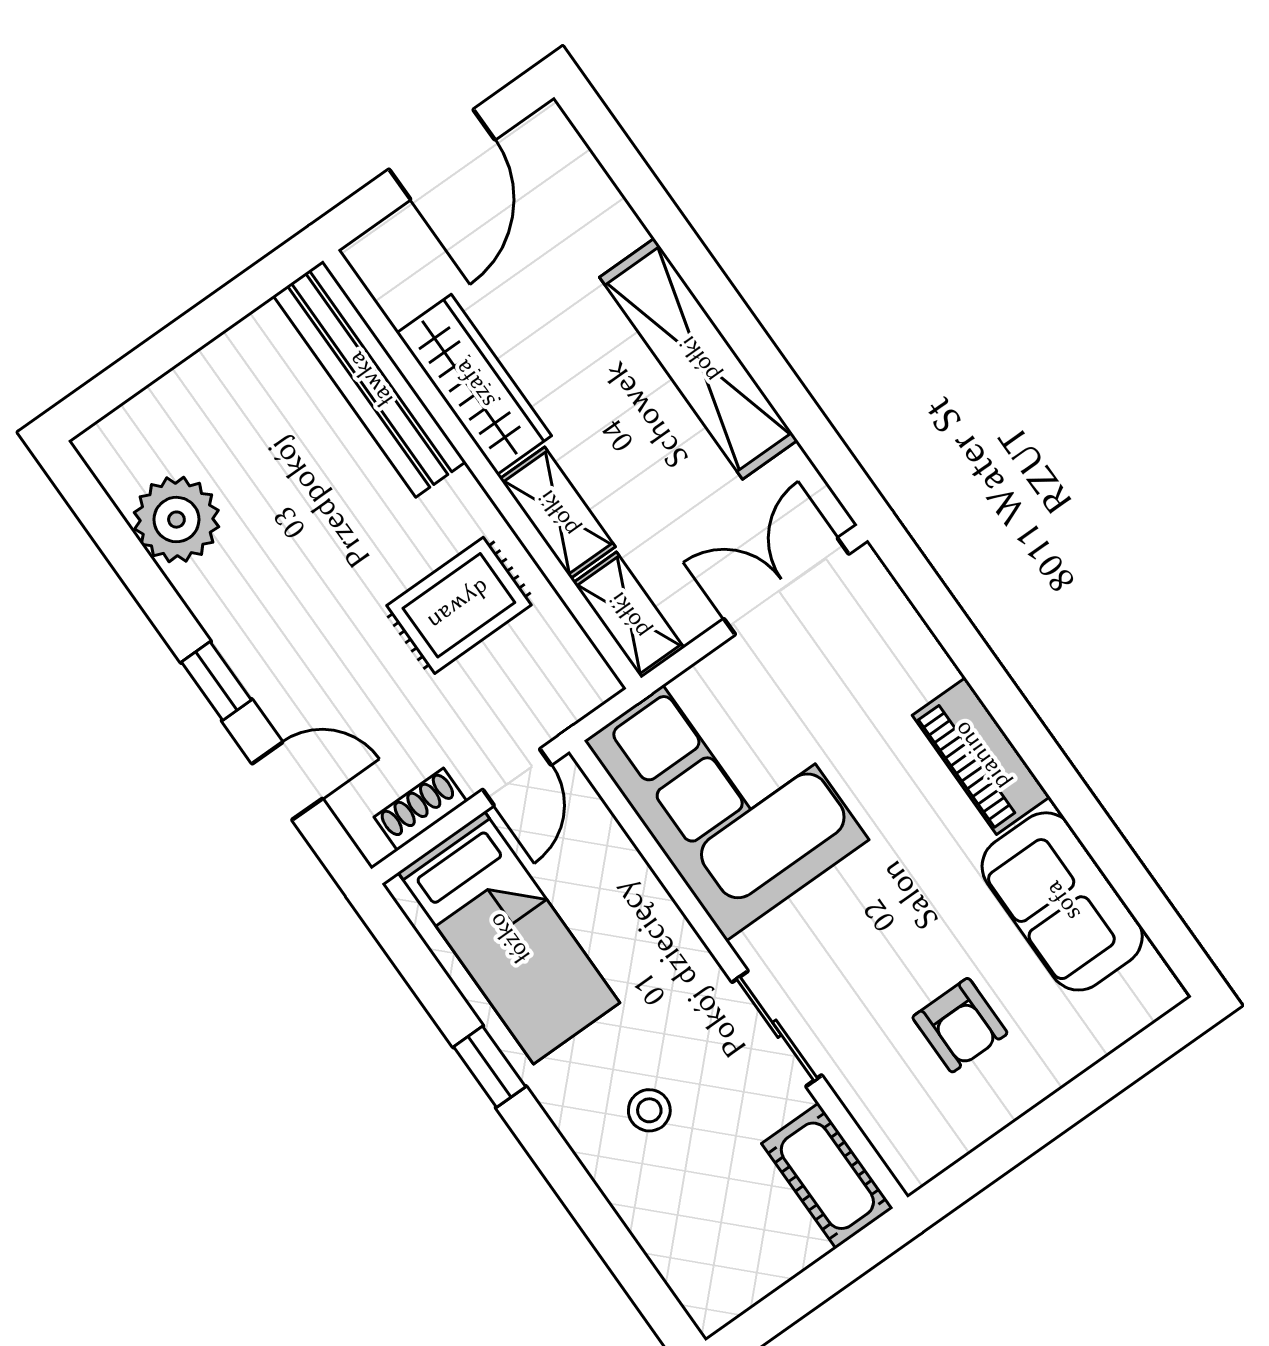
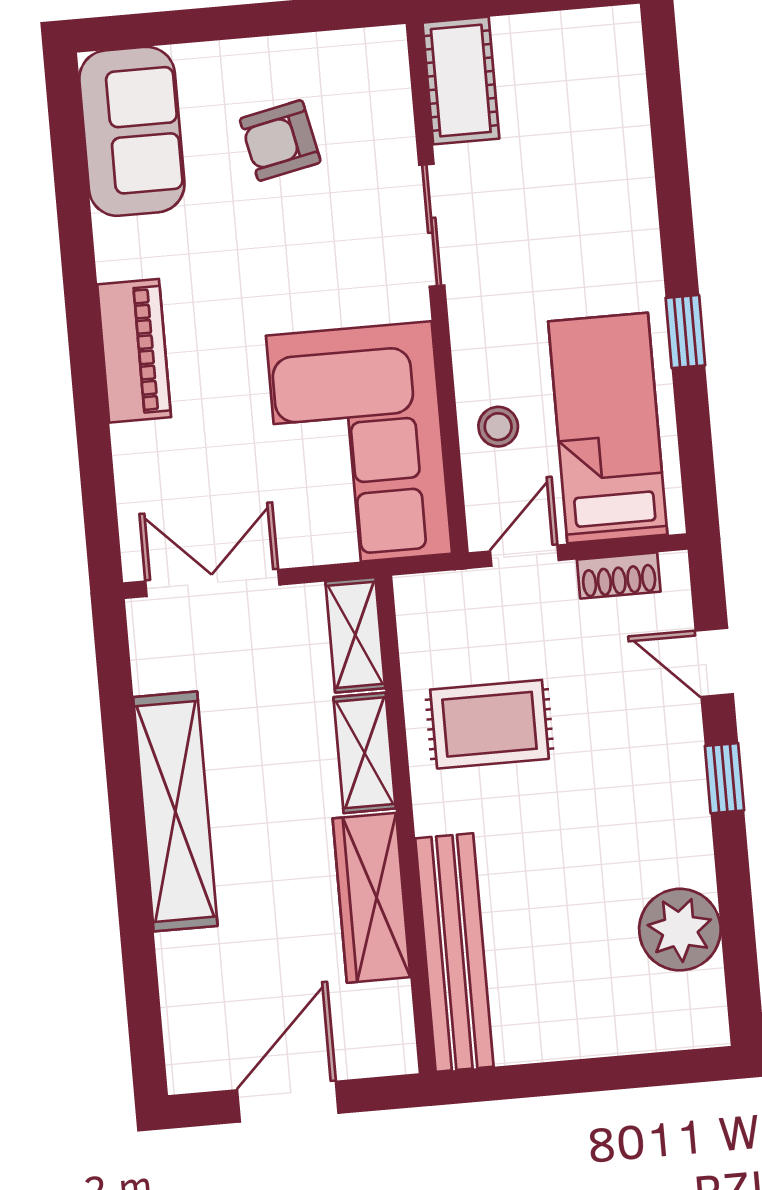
double door: (786, 586) -> (212, 583), swing flipped
sofa: (1062, 901) -> (132, 131), moved
armchair: (960, 1025) -> (280, 141), turned -102
stool: (649, 1110) -> (498, 427), moved

